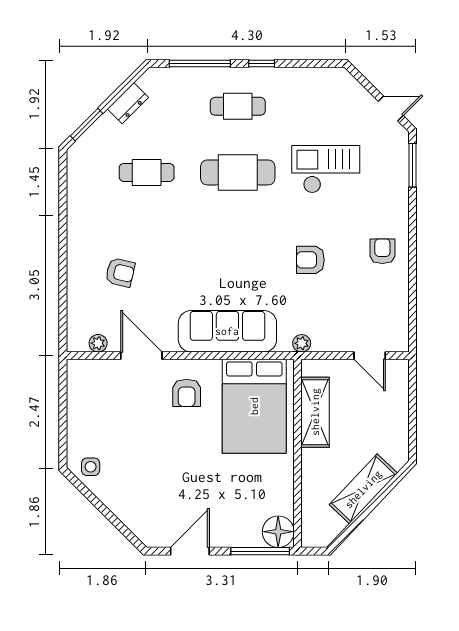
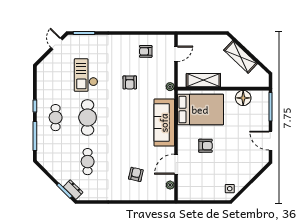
dresser: (128, 103) -> (73, 190), moved
armchair: (382, 251) -> (146, 51), moved
armchair: (187, 393) -> (205, 146), moved
floor lamp: (278, 532) -> (243, 98), moved

